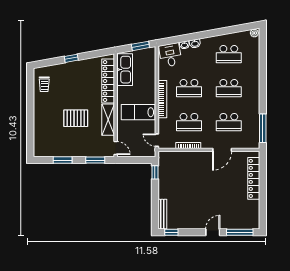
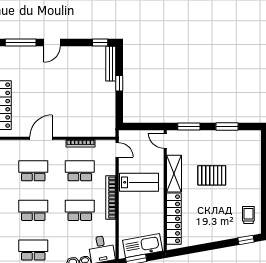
window: (71, 58) -> (246, 240), moved
kitchen sink: (125, 70) -> (143, 246), moved, turned 80
window: (155, 172) -> (119, 83), moved

